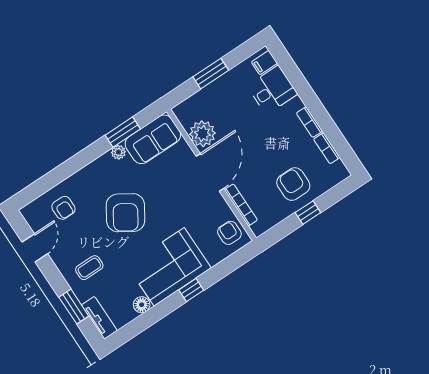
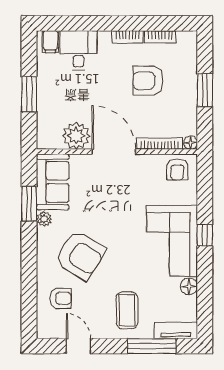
armchair: (293, 184) -> (148, 81), moved
armchair: (125, 213) -> (80, 255), moved
window: (308, 213) -> (205, 90), width x1.50
floor lamp: (258, 229) -> (191, 143), added
armchair: (229, 233) -> (177, 169), turned -90
coffee table: (89, 268) -> (127, 310), width x1.36, depth x1.30
window: (74, 307) -> (152, 346), width x1.44

